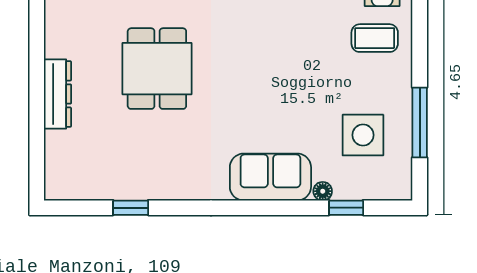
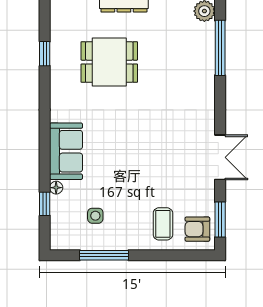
dining table: (157, 69) -> (109, 62), moved
side table: (363, 135) -> (95, 216), width x0.54, depth x0.54

